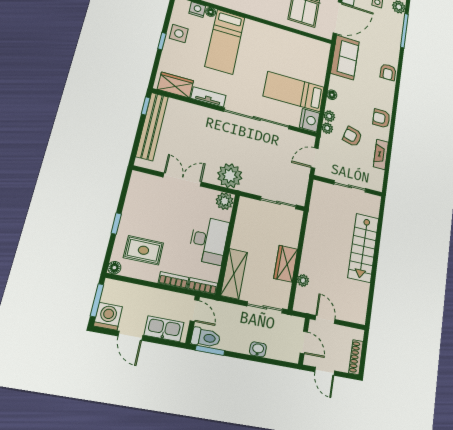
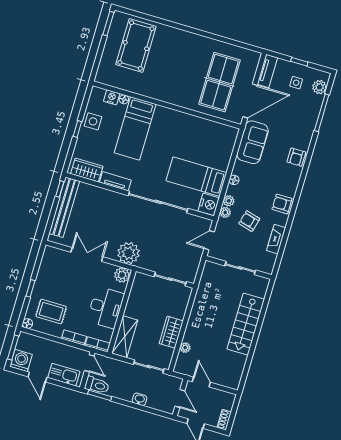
shoe rack: (356, 357) -> (224, 420), width x0.70

